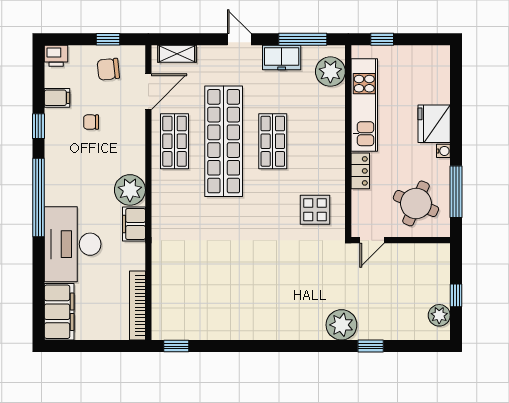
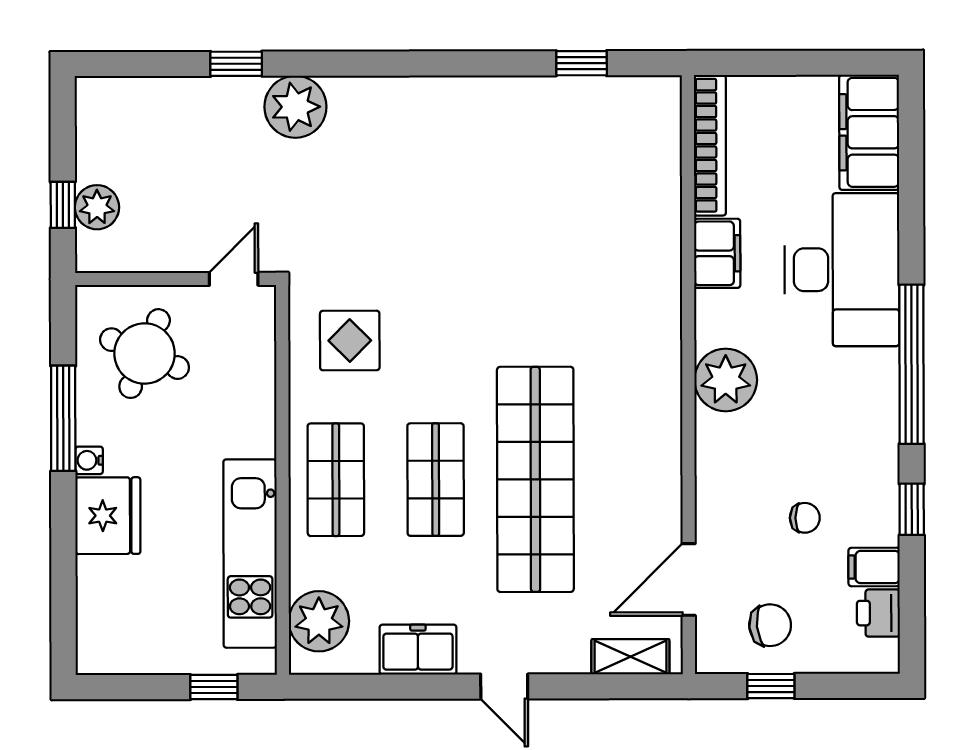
window: (303, 39) -> (375, 687), removed
printer: (56, 56) -> (878, 613), moved, turned -90
shop shelf: (175, 141) -> (336, 480), moved
locker: (360, 171) -> (258, 420), removed
window: (456, 192) -> (63, 418), moved
filing cabinet: (134, 224) -> (717, 253), moved
window: (456, 295) -> (63, 205), moved
plant: (439, 315) -> (97, 207), moved
window: (176, 346) -> (582, 63), moved

